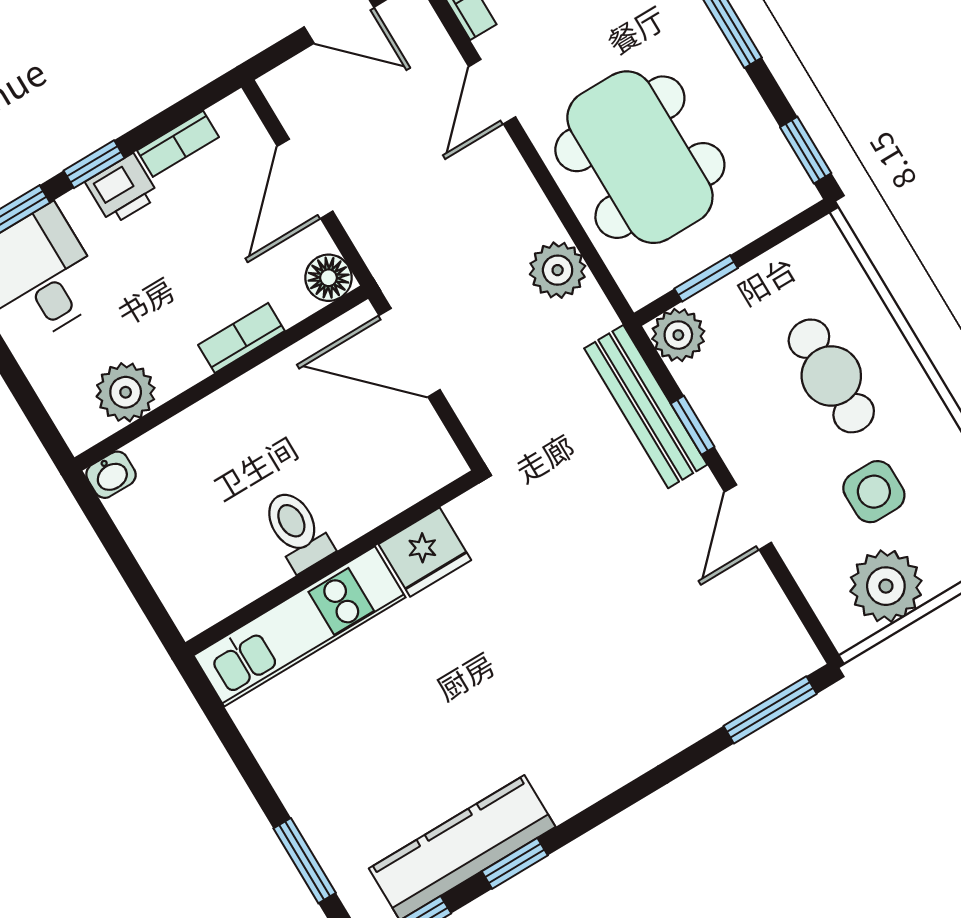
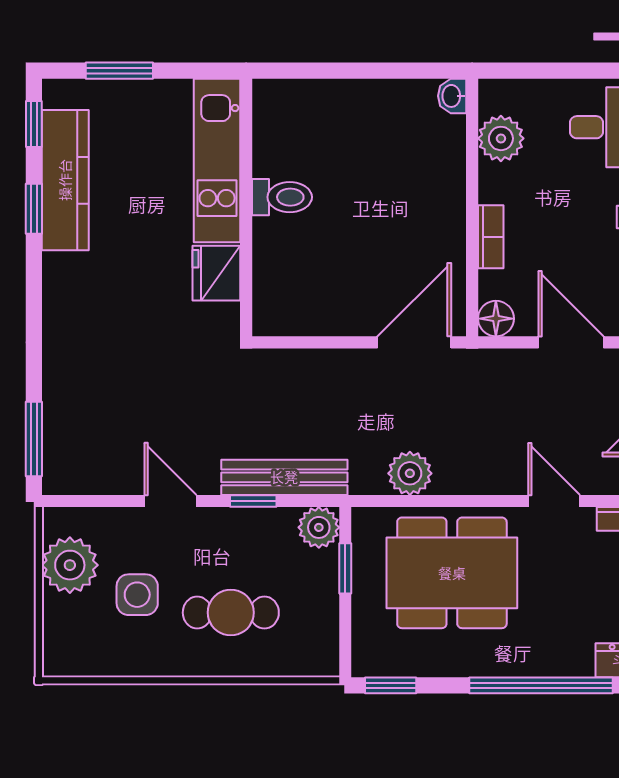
toilet: (297, 530) -> (282, 197), moved
fridge: (425, 552) -> (216, 273), moved
wall: (332, 563) -> (246, 207), moved
kitchen unit: (299, 626) -> (217, 160), moved

